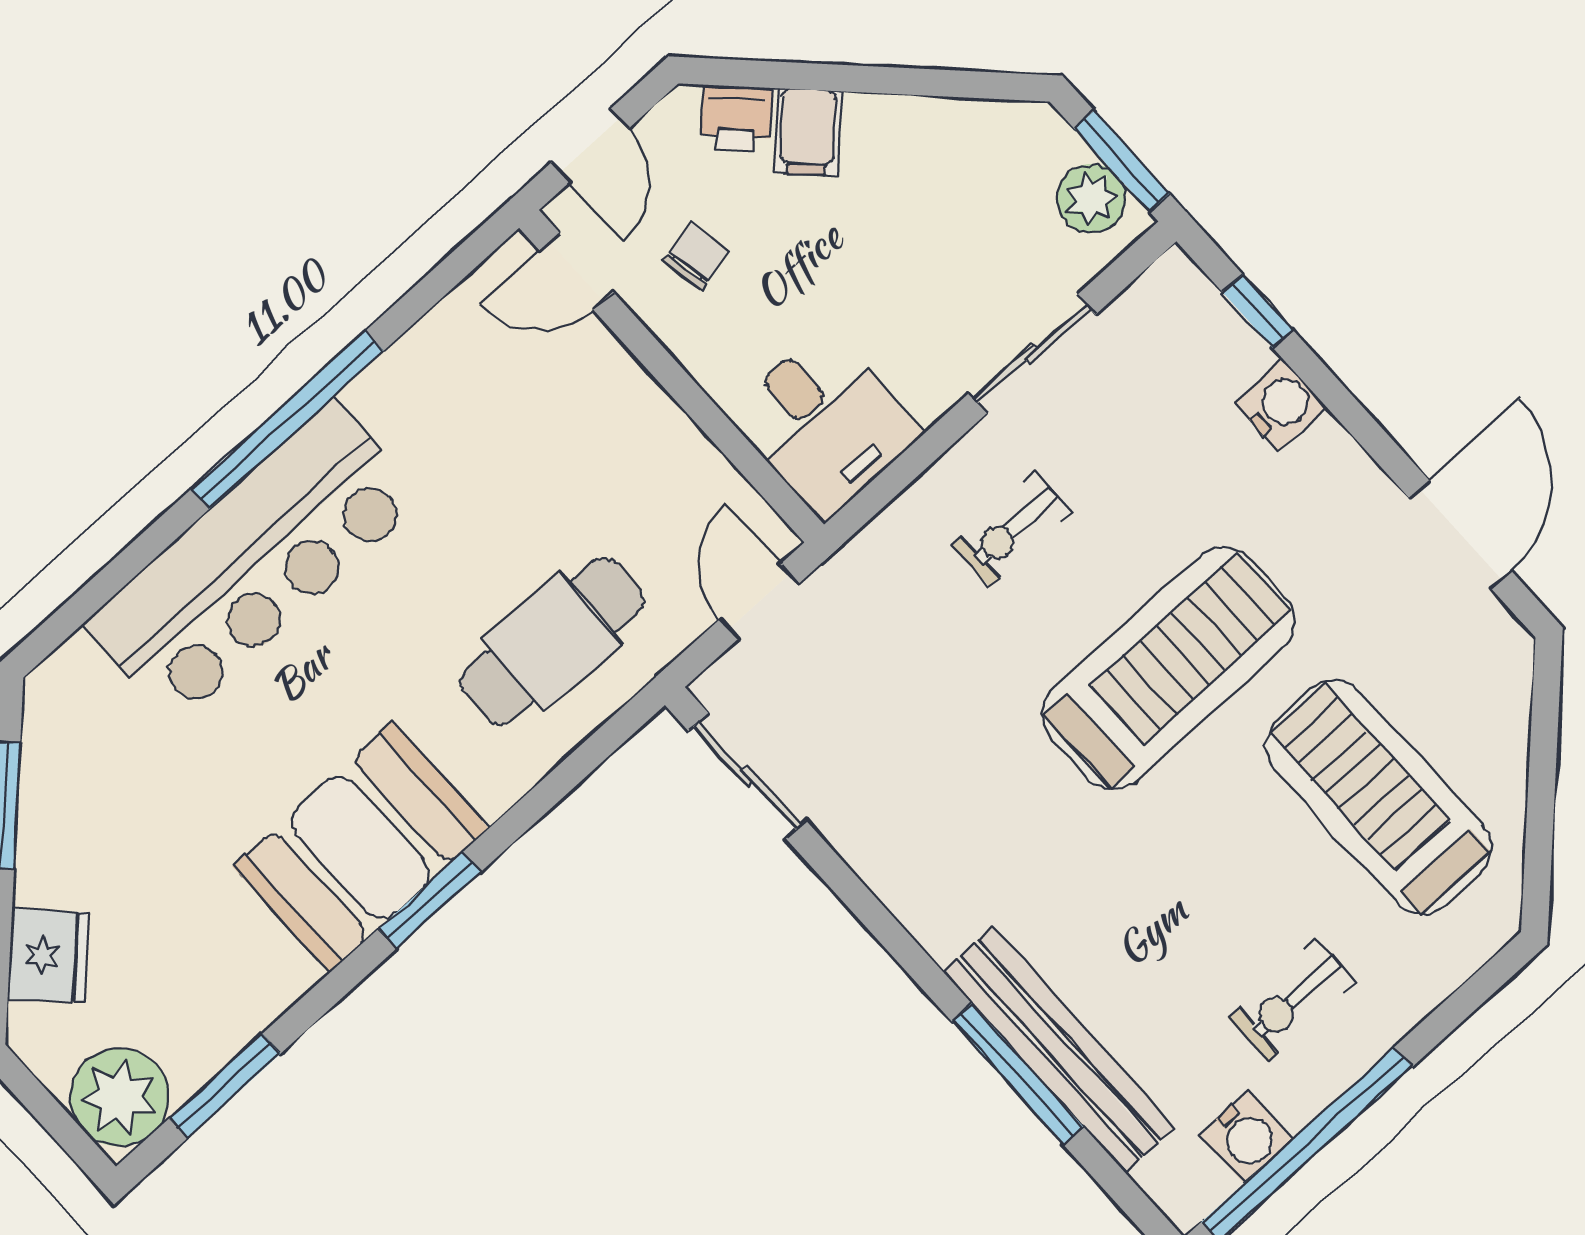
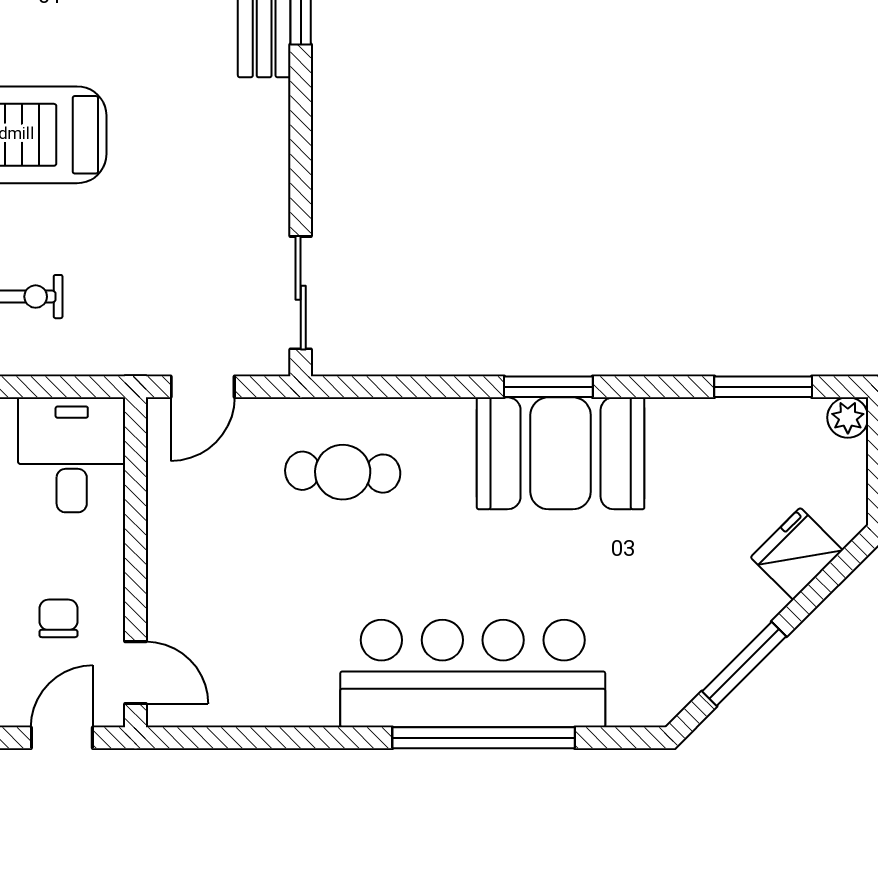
chair: (697, 256) -> (58, 618), turned 101
window: (287, 420) -> (484, 738), moved
cafe table: (552, 641) -> (343, 472), width x0.73, depth x0.74
plant: (119, 1097) -> (848, 418), width x0.53, depth x0.53

